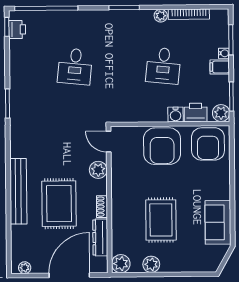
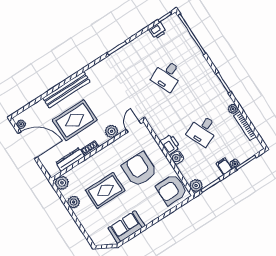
printer: (17, 29) -> (158, 31), moved
desk: (75, 66) -> (167, 76), turned -30
desk: (163, 66) -> (203, 130), turned -30
printer: (196, 113) -> (170, 144), moved
armchair: (162, 146) -> (139, 169), moved, turned 90
door: (69, 275) -> (28, 145), moved

